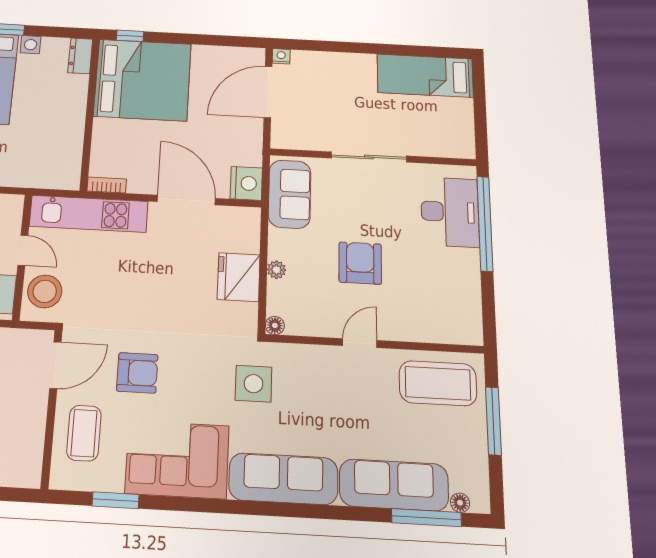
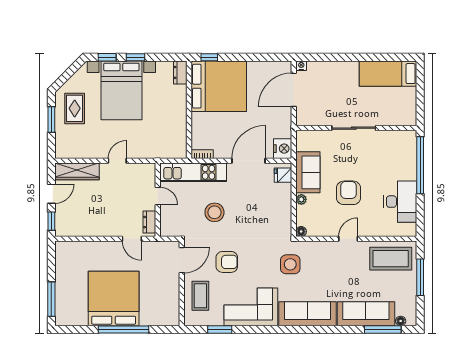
sofa: (290, 194) -> (308, 172), moved
door: (186, 200) -> (249, 161), hinge flipped
desk: (450, 212) -> (400, 202), moved
fridge: (239, 277) -> (283, 175), moved, width x0.53, depth x0.75
stool: (45, 291) -> (214, 212), moved

